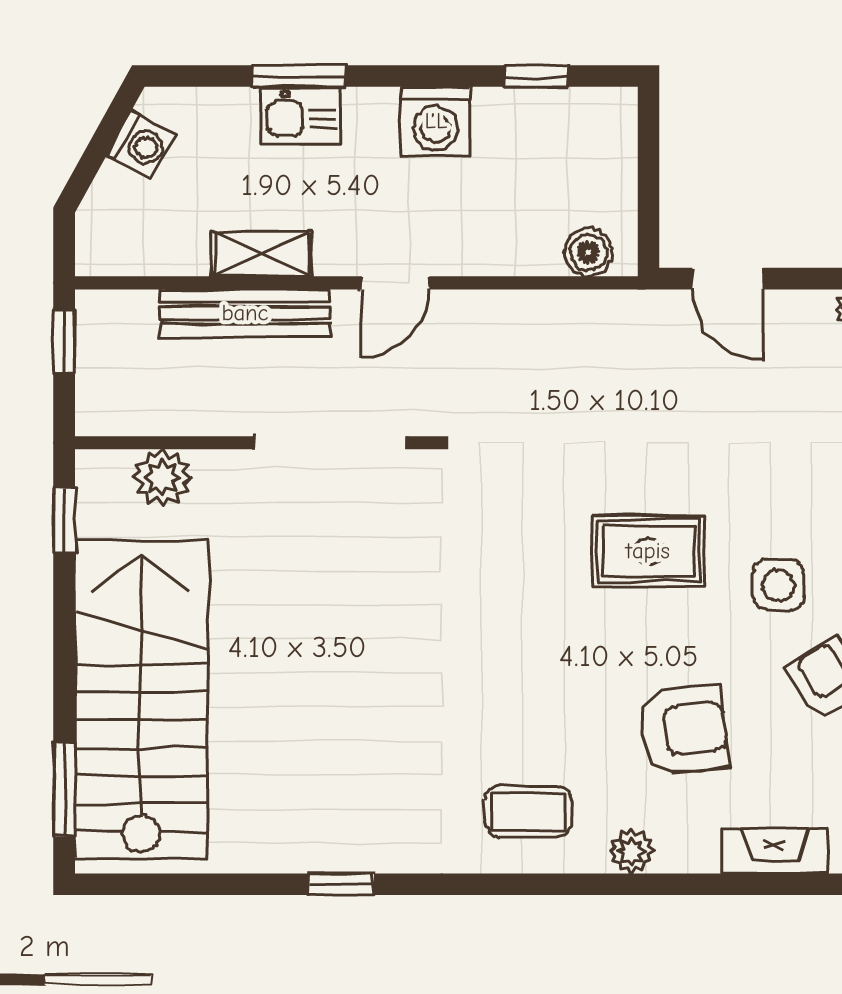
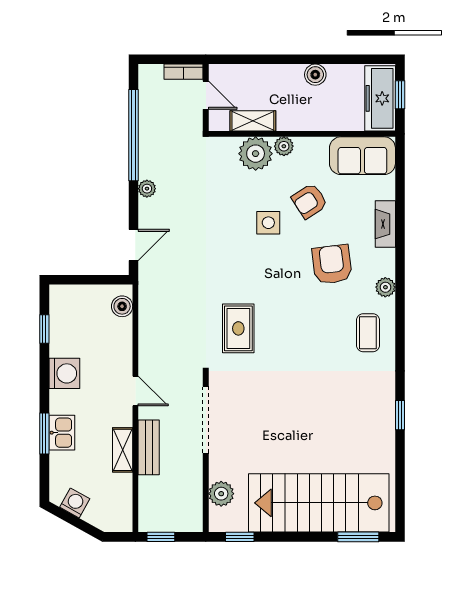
bench: (245, 313) -> (149, 447), width x0.73
rug: (648, 551) -> (238, 328), moved

